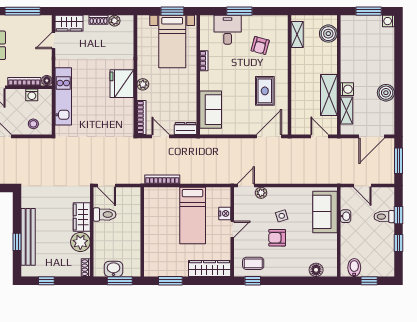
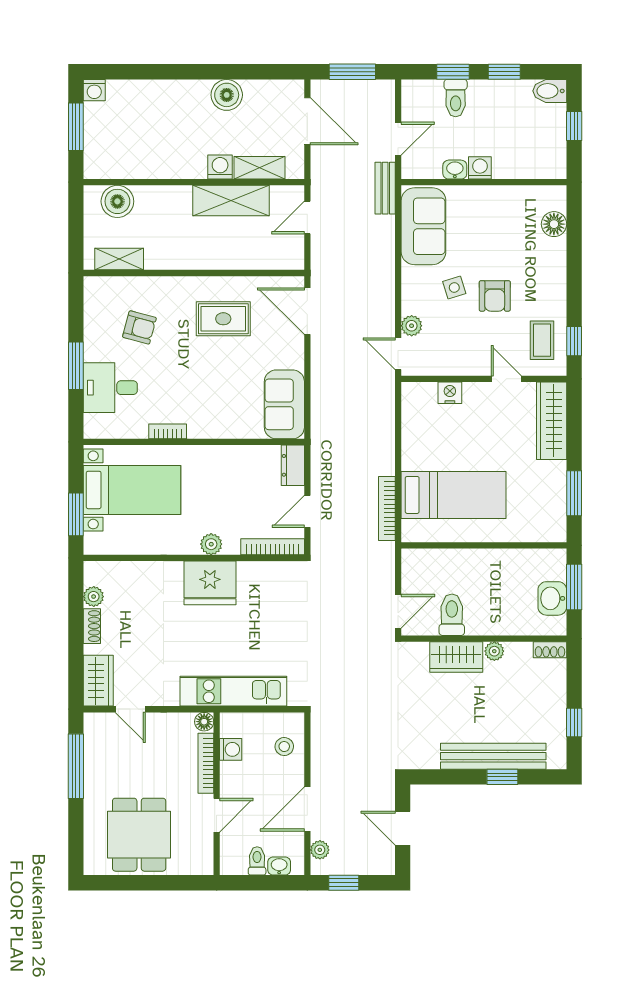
window: (172, 11) -> (76, 514), moved
sofa: (211, 110) -> (284, 404), moved, turned -90
bench: (335, 178) -> (385, 188), added
sofa: (325, 212) -> (423, 226), moved, turned -90
bed: (193, 215) -> (454, 495), moved
door: (232, 229) -> (506, 379), moved
washing machine: (346, 230) -> (480, 168), added
plant: (80, 242) -> (494, 651), width x0.53, depth x0.53
bidet: (354, 268) -> (550, 91), moved

